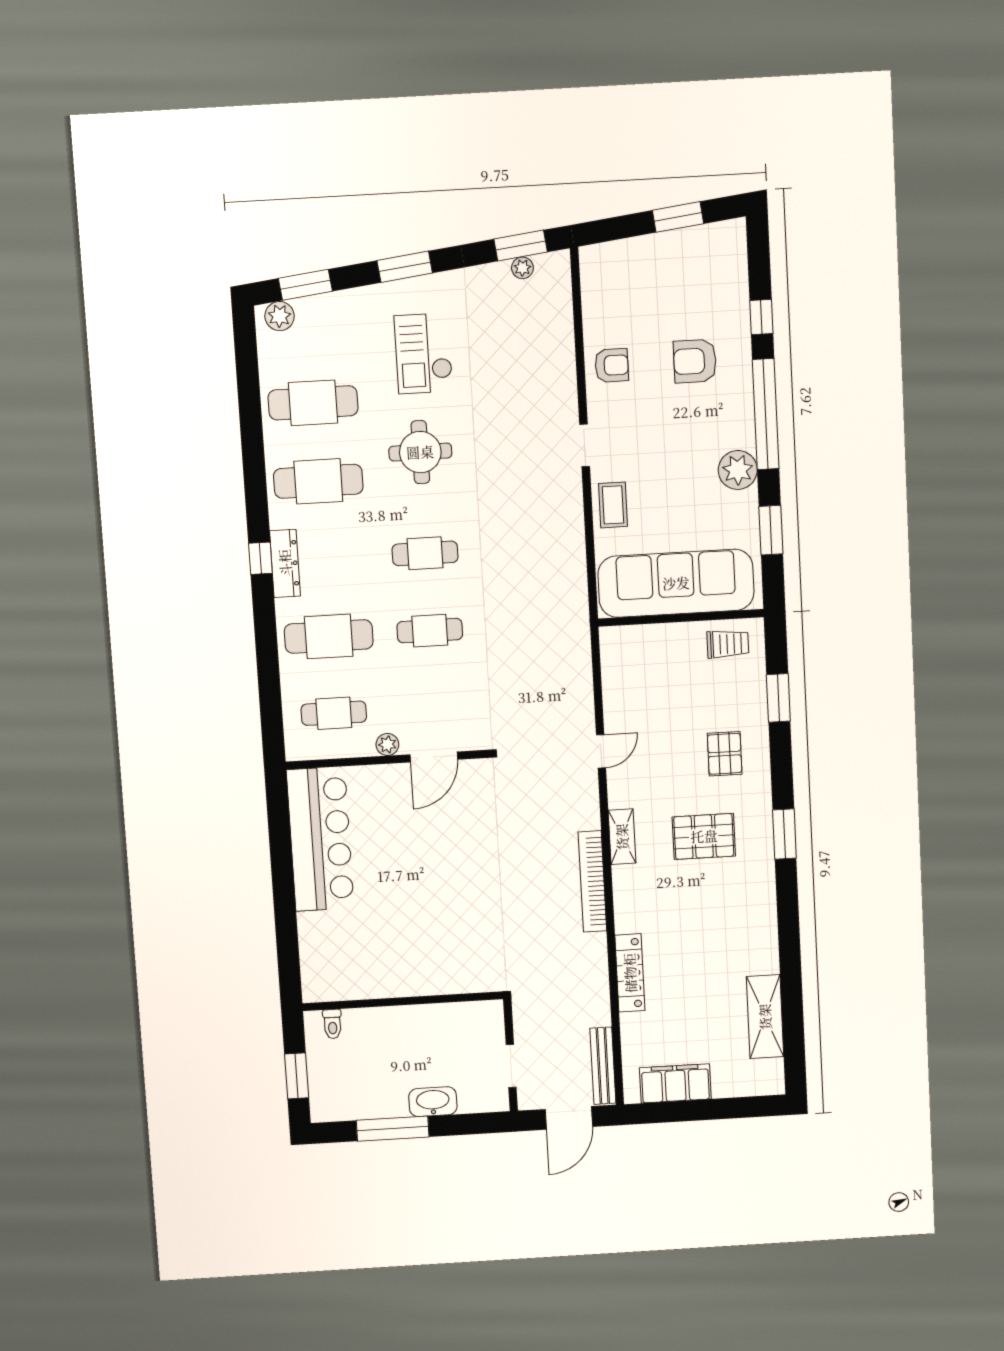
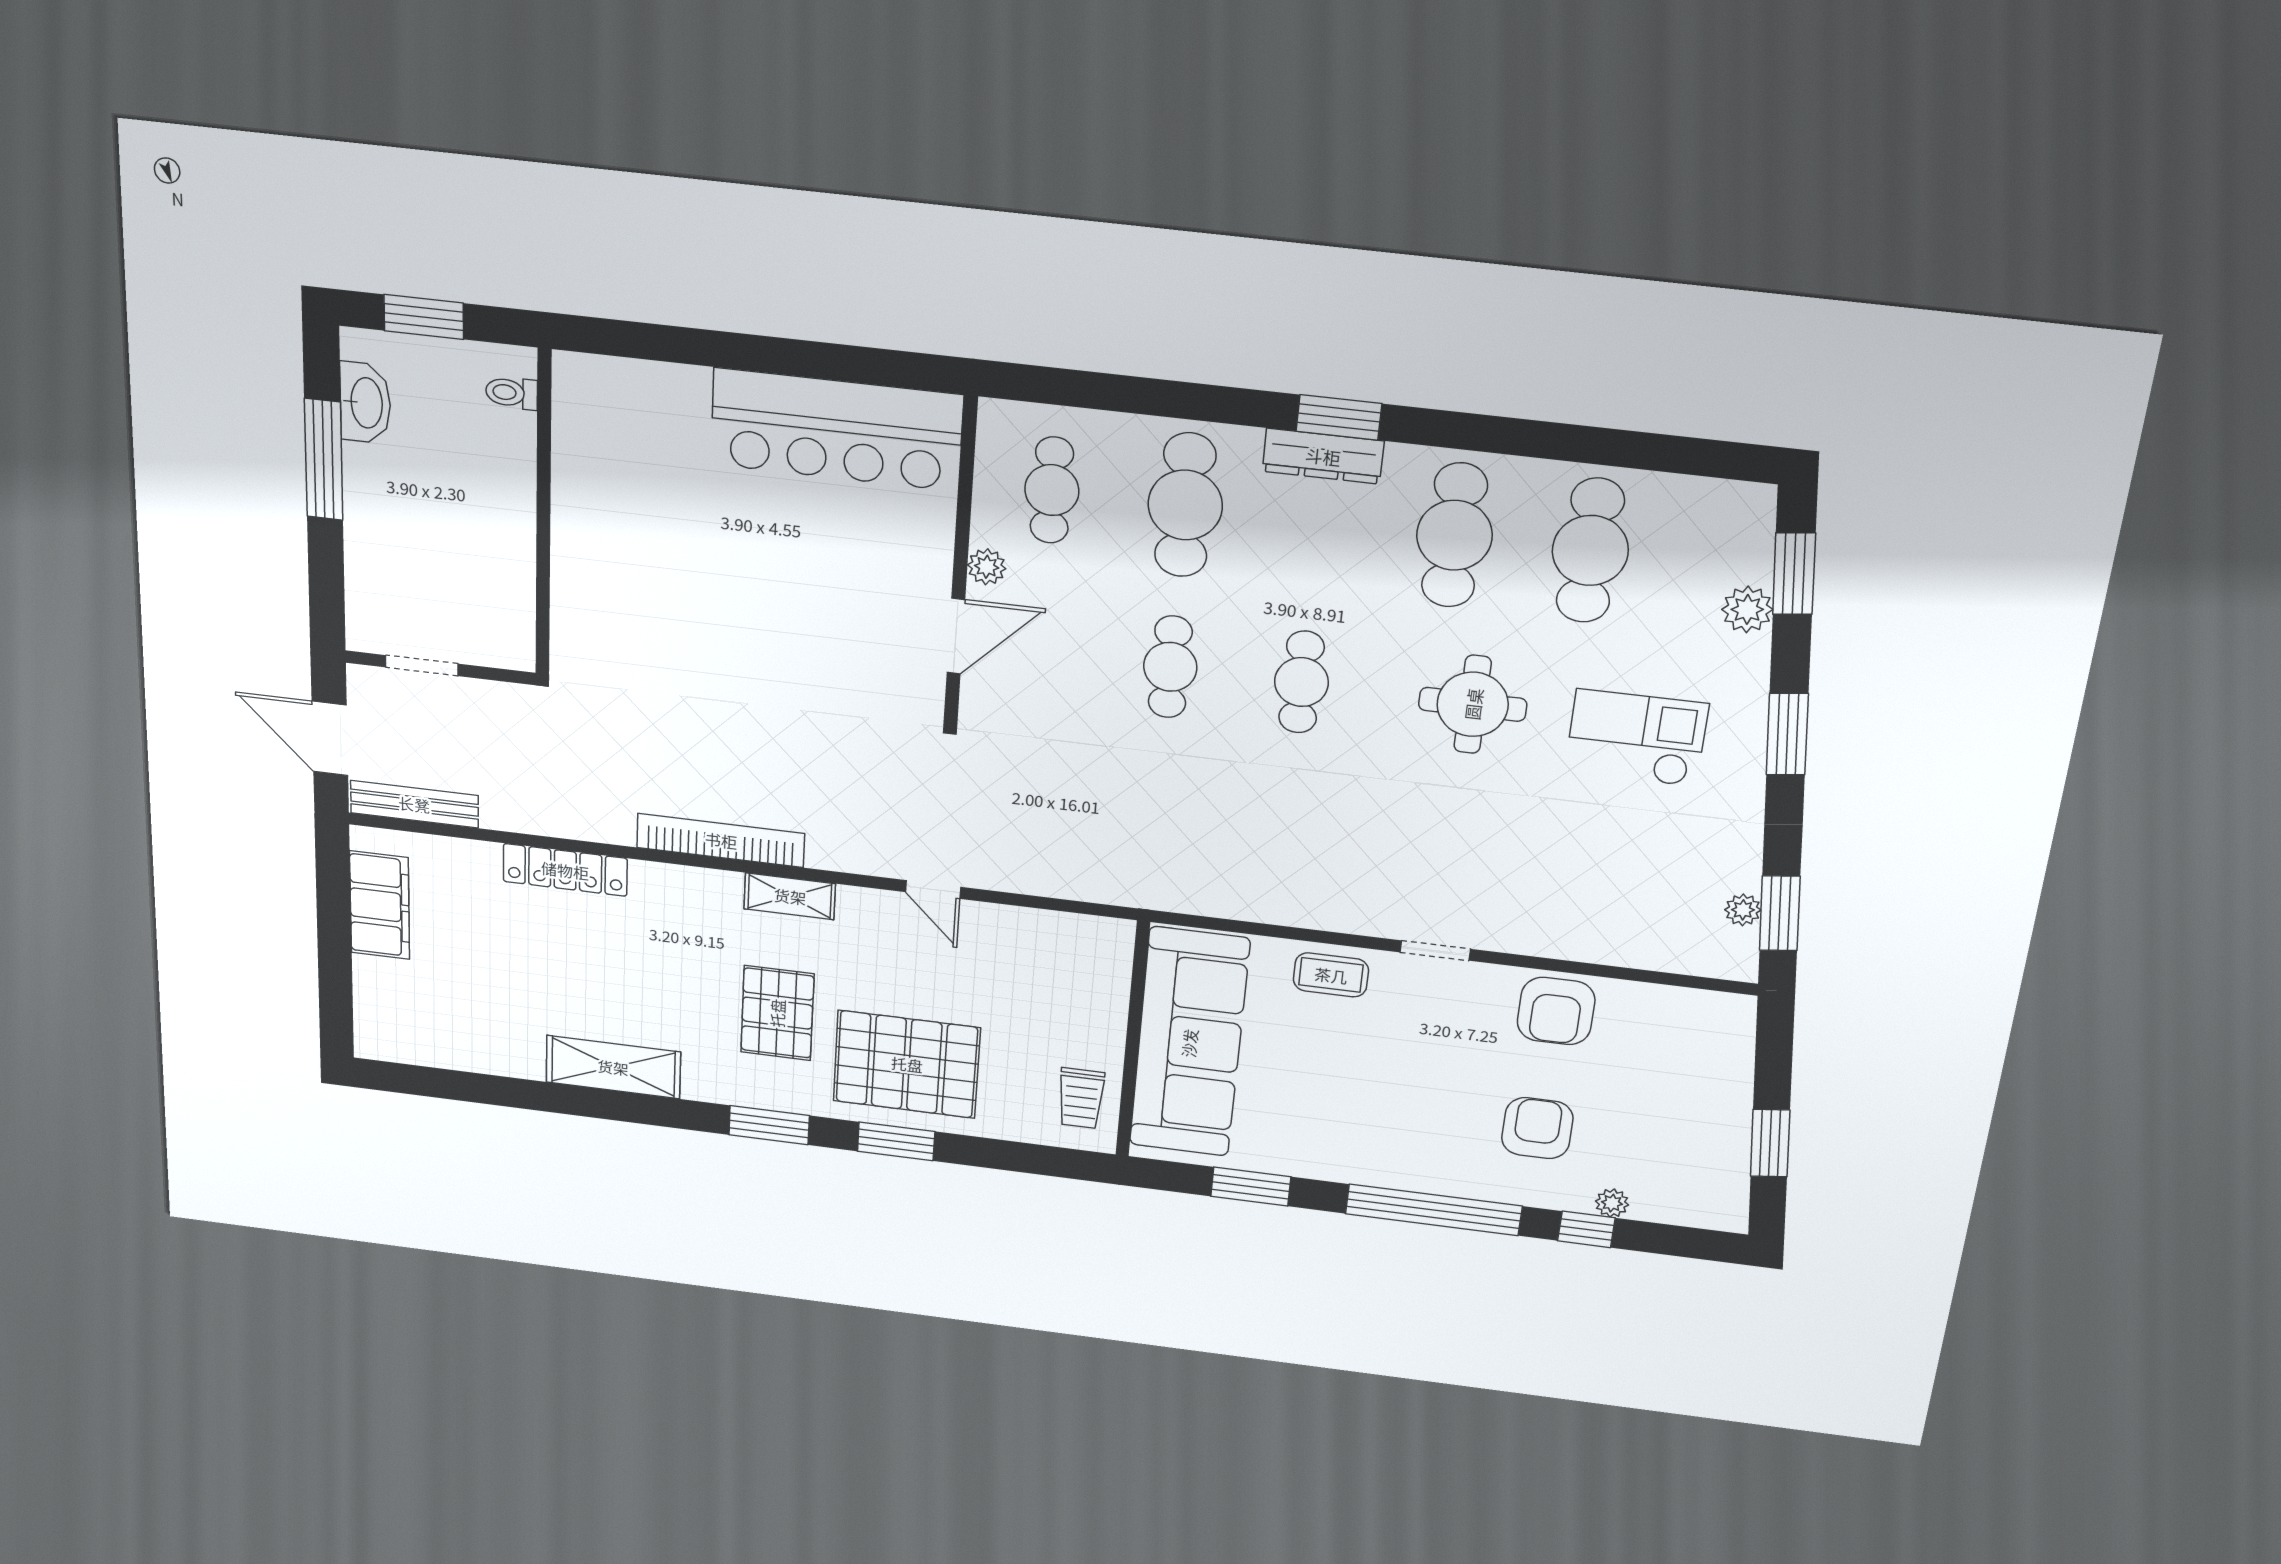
plant: (280, 316) -> (1747, 609), moved
armchair: (612, 365) -> (1556, 1011), width x1.38, depth x1.38
plant: (738, 470) -> (1612, 1203), moved, width x0.53, depth x0.53
window: (260, 558) -> (1339, 417), width x1.50
window: (778, 698) -> (896, 1141), moved
pallet: (725, 754) -> (907, 1064), width x2.05, depth x2.00
door: (434, 757) -> (956, 636), swing flipped
shelving: (765, 1017) -> (613, 1067), moved
washbasin: (433, 1102) -> (365, 403), moved

